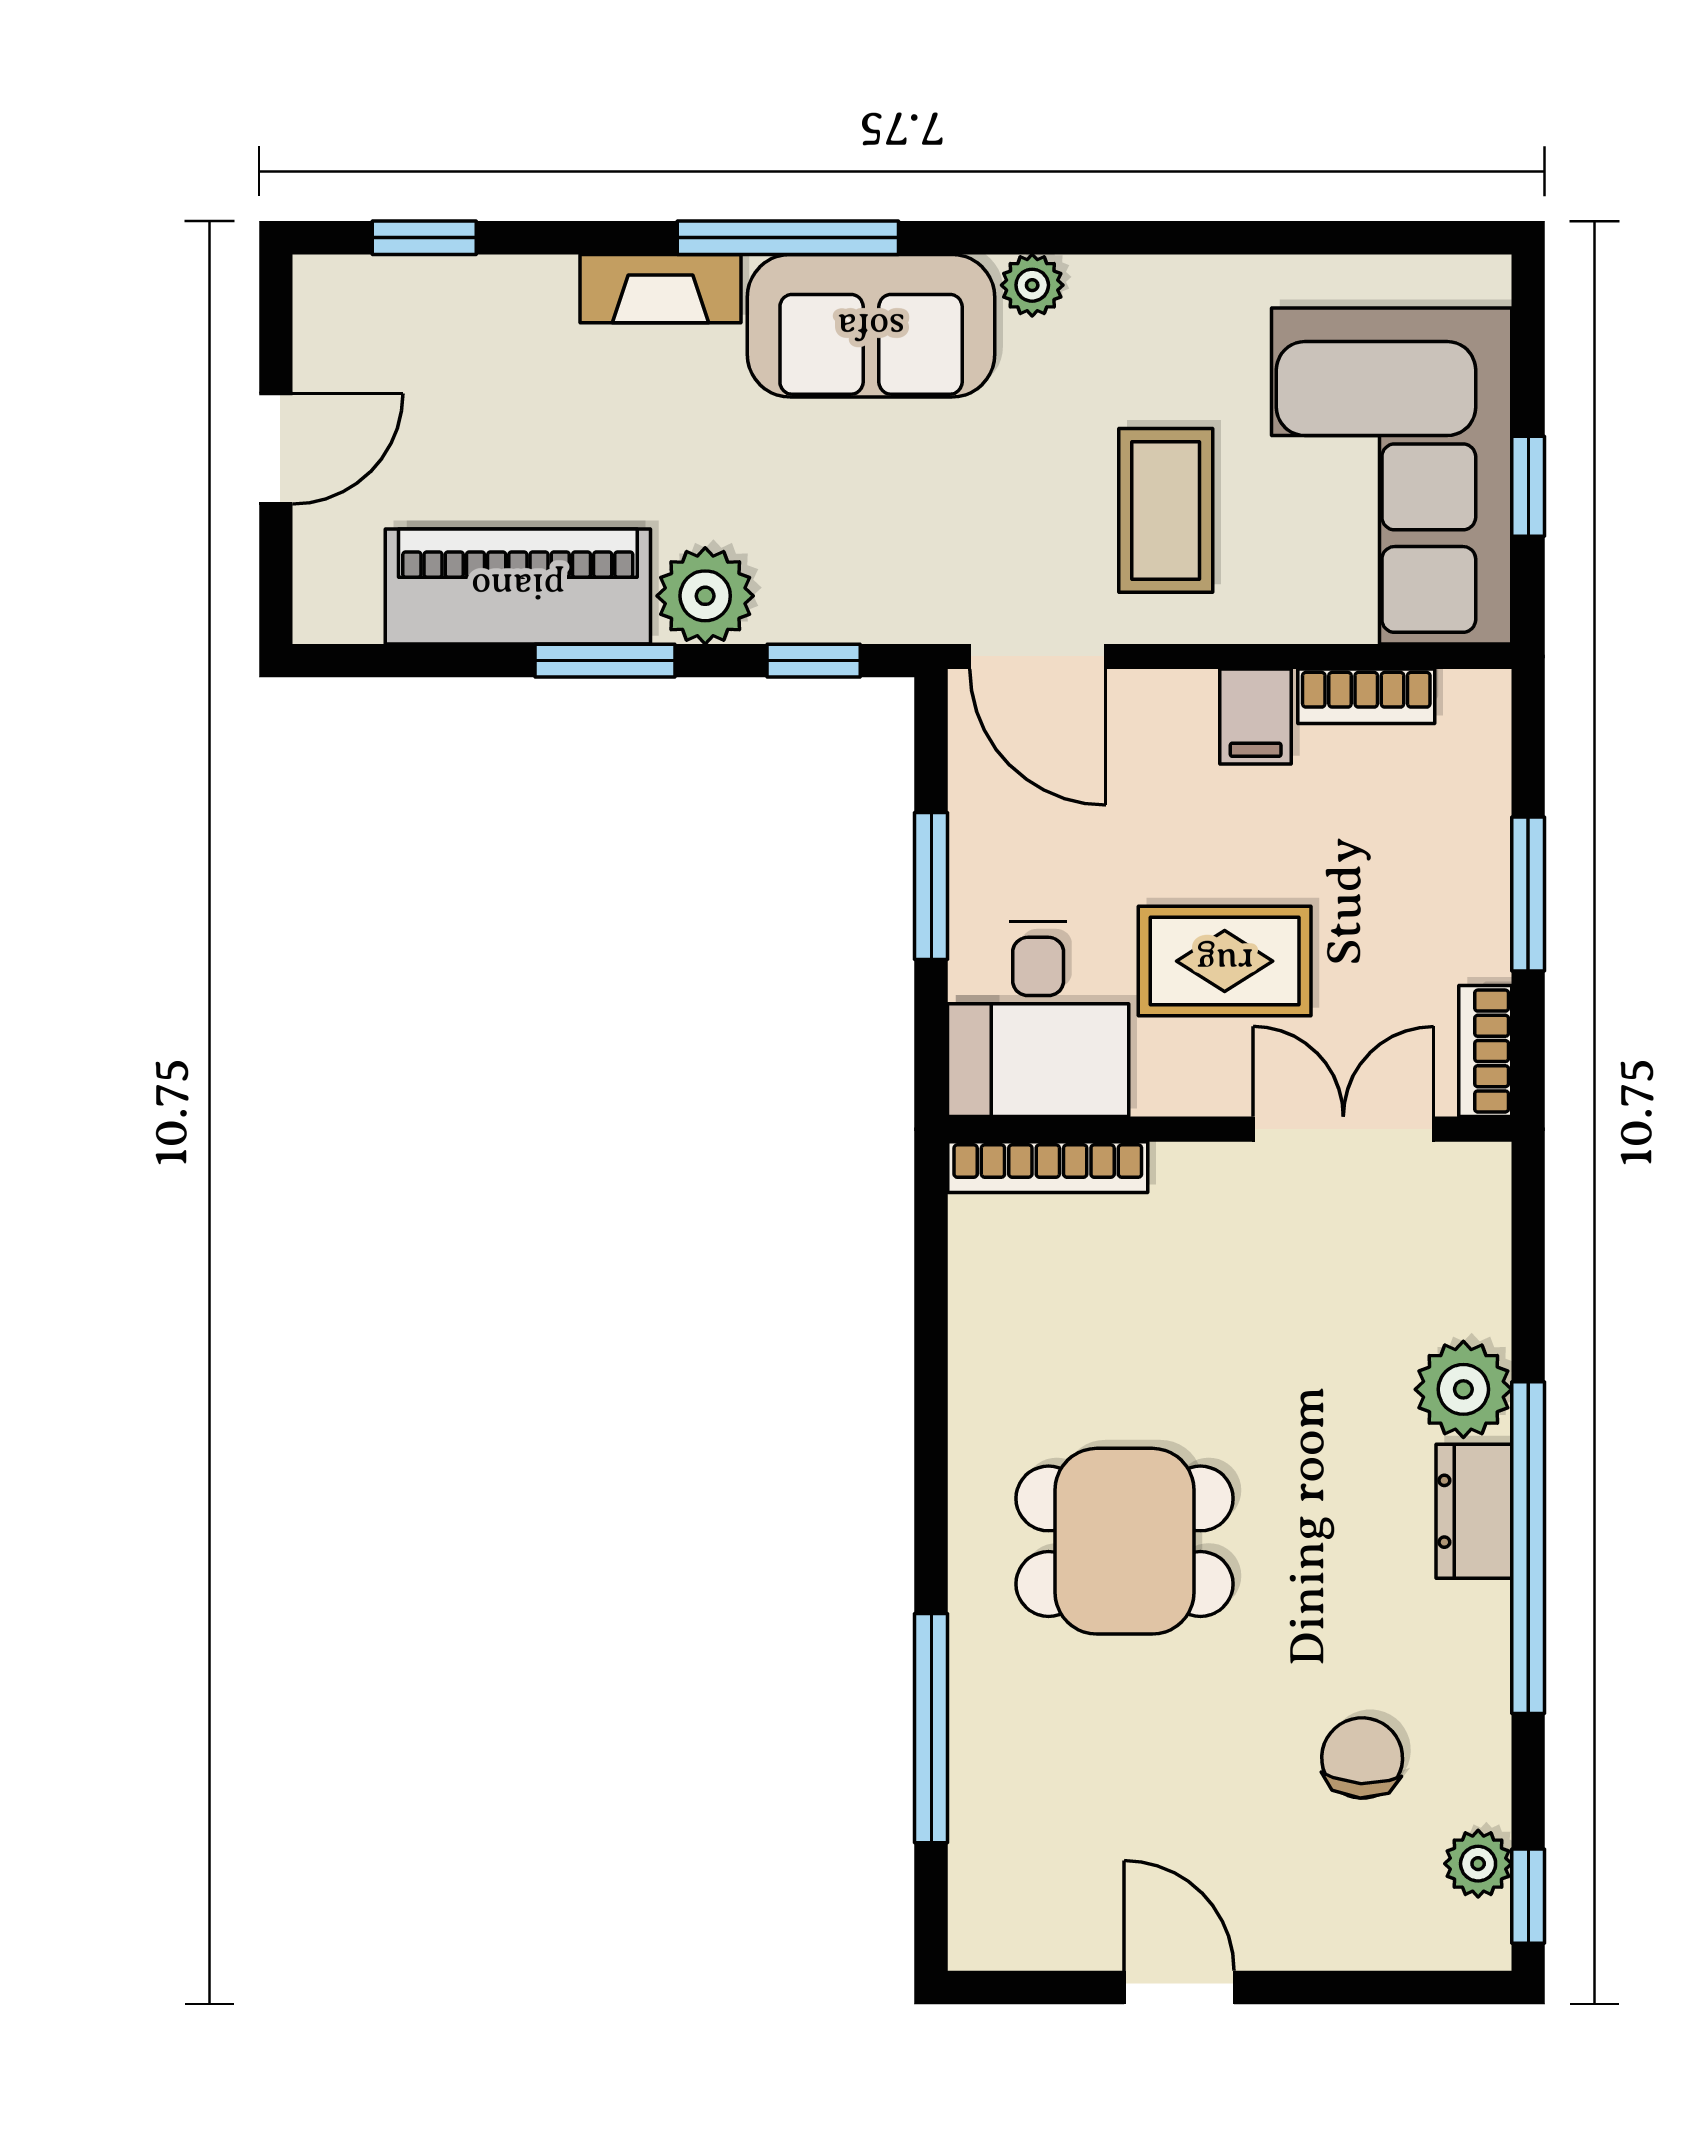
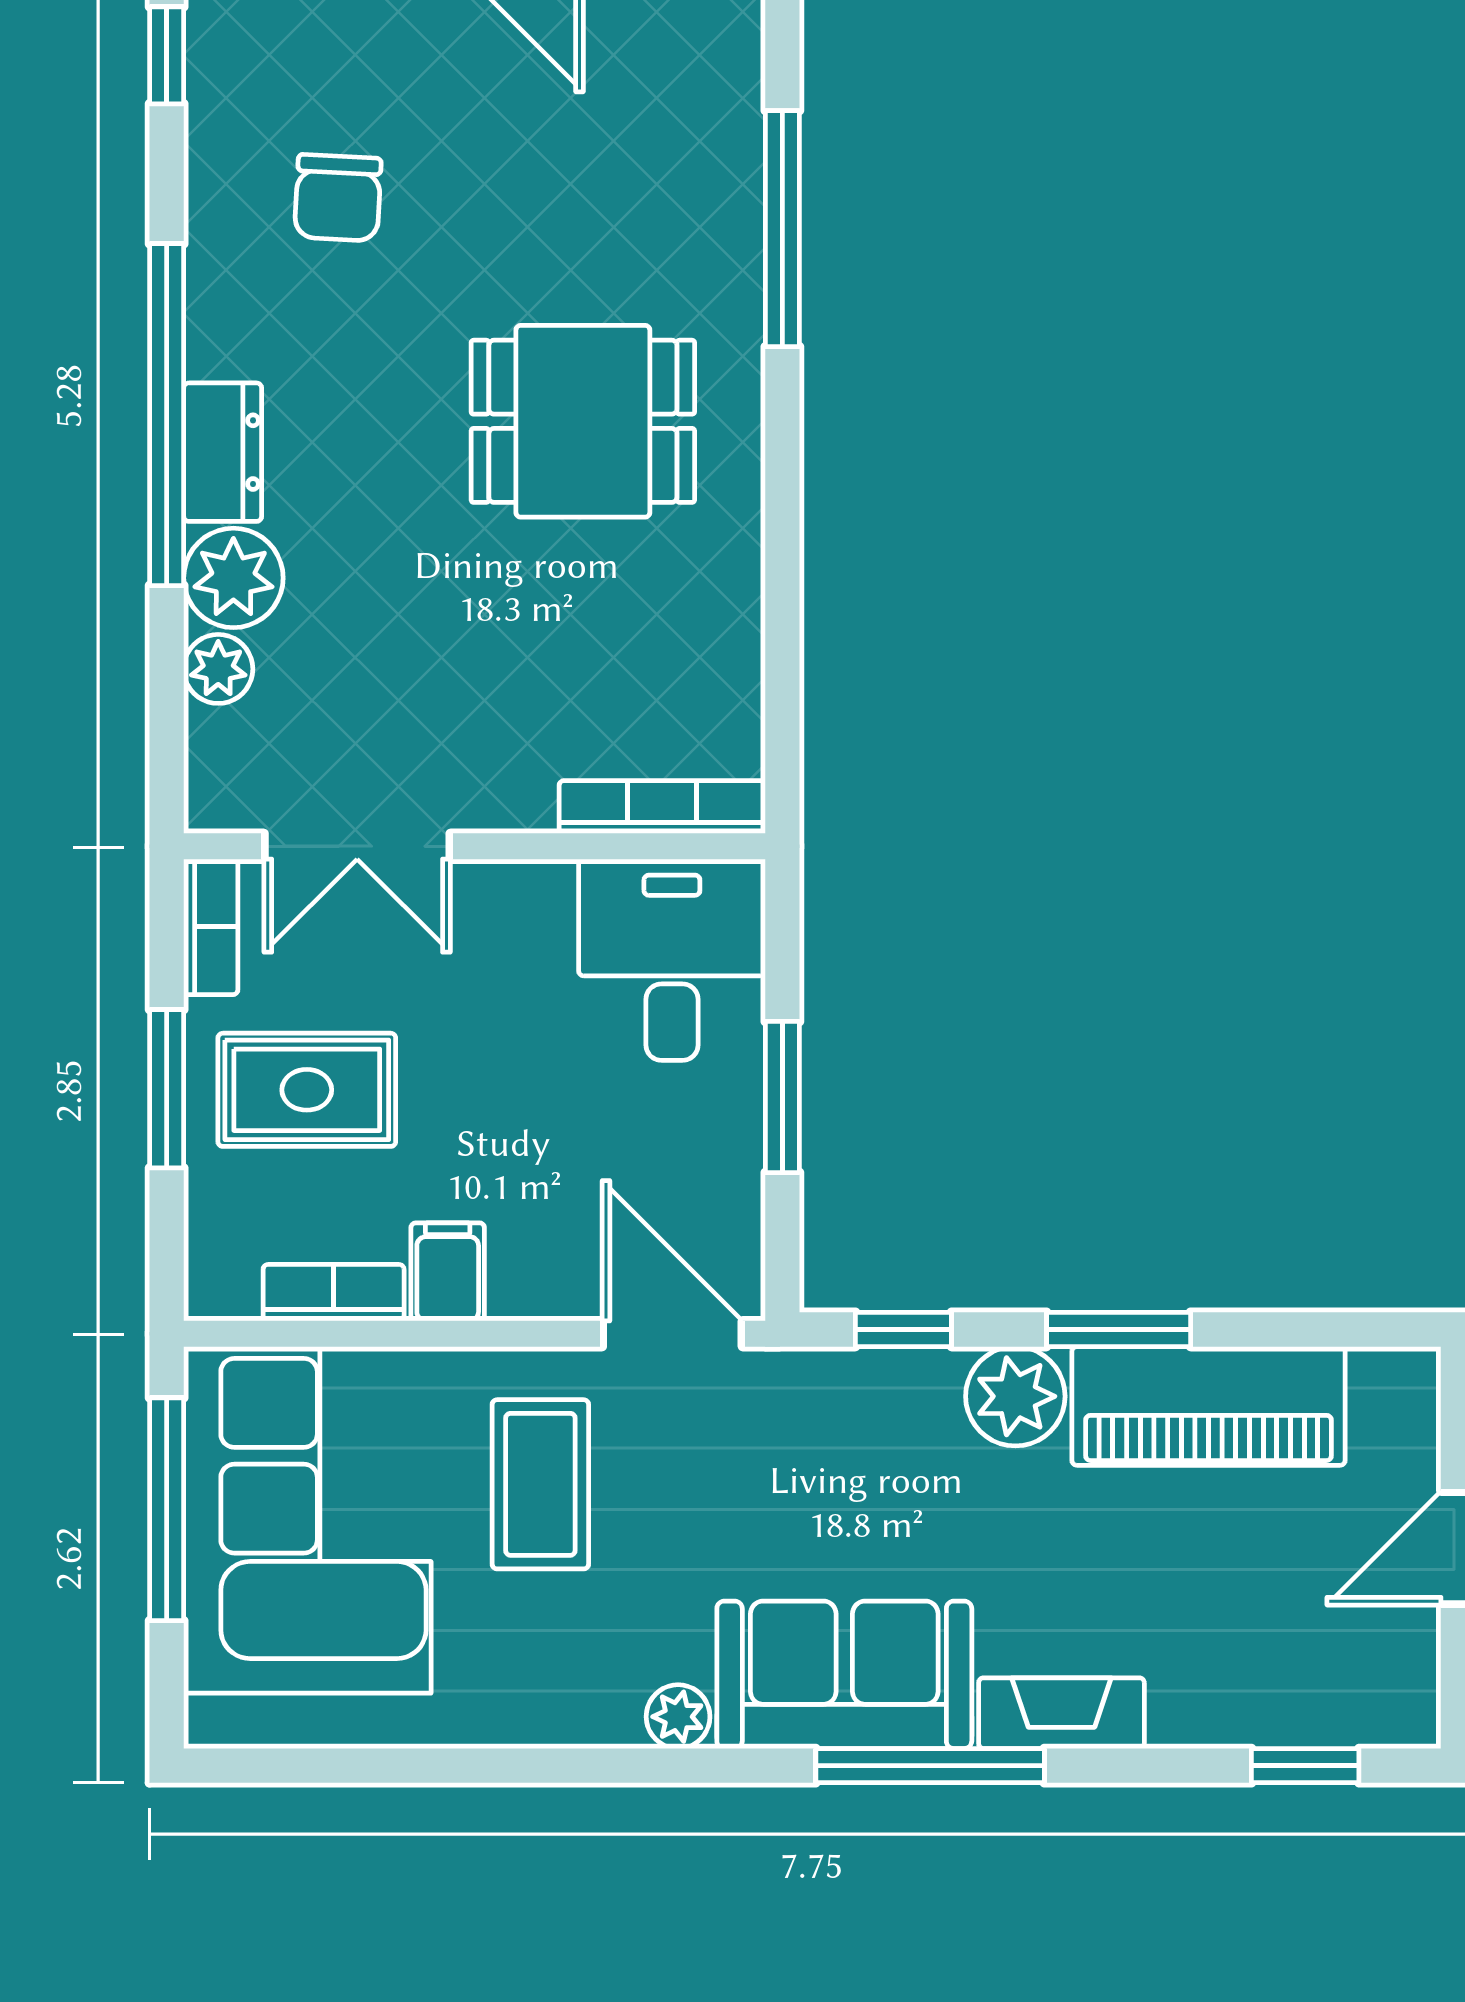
window: (1528, 486) -> (167, 1509), width x2.17
rug: (1225, 961) -> (307, 1090), moved
plant: (1478, 1864) -> (218, 669), moved

